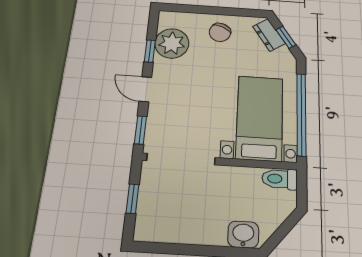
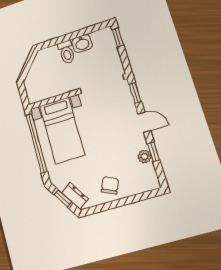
plant: (172, 43) -> (144, 156), width x0.53, depth x0.53
toilet: (280, 179) -> (66, 52), moved, turned 90
window: (132, 199) -> (118, 37), moved
washbasin: (243, 234) -> (82, 43), moved

